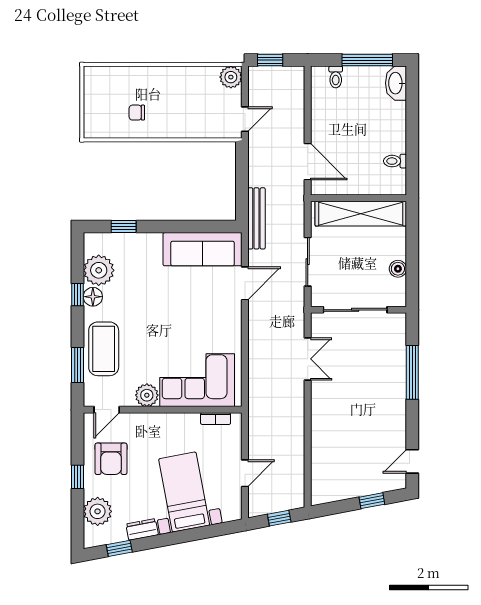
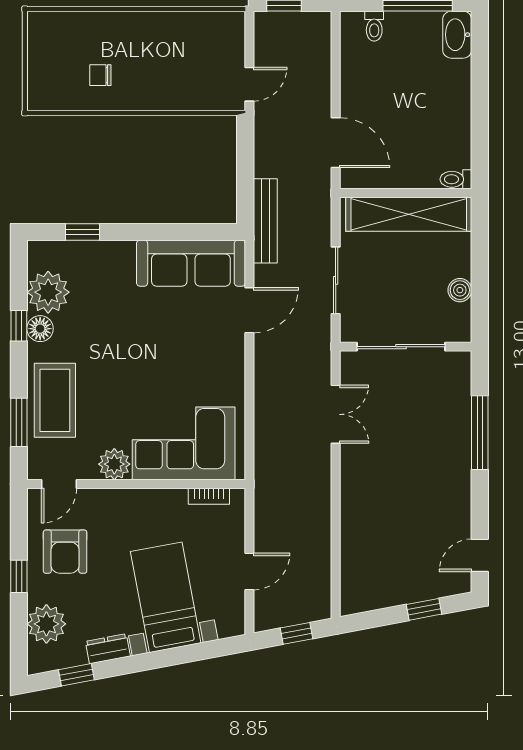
plant: (231, 77) -> (230, 26), removed
toilet: (395, 161) -> (456, 179), moved

